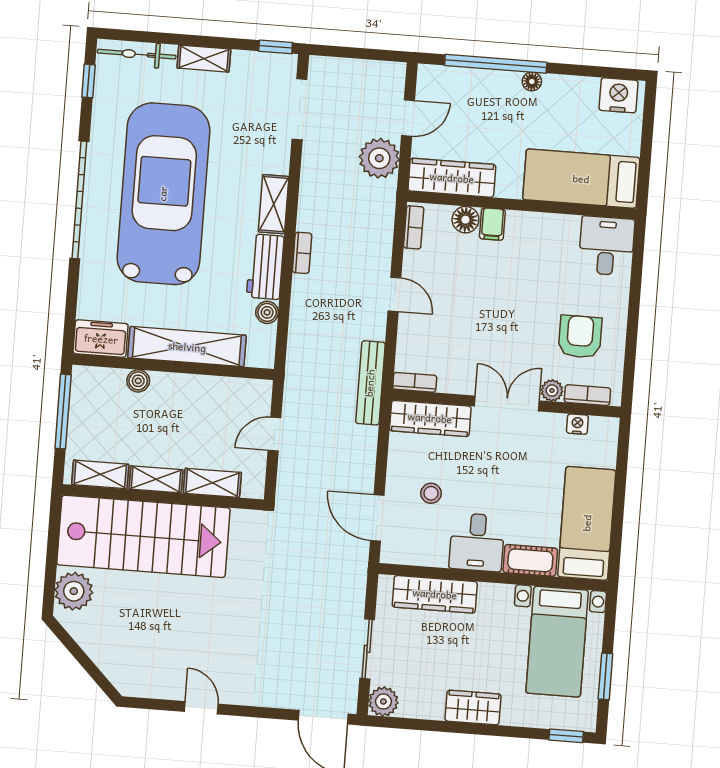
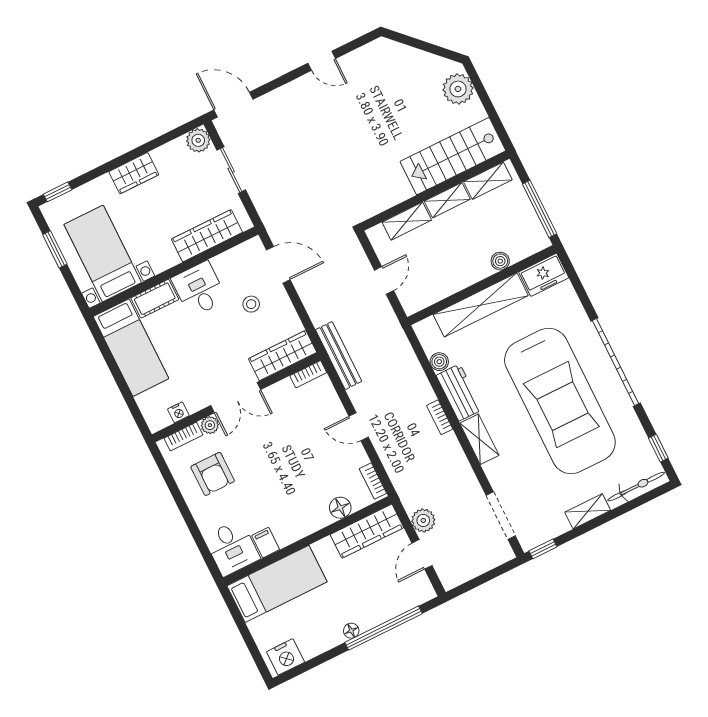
plant: (379, 158) -> (423, 520), width x0.73, depth x0.73
filing cabinet: (492, 224) -> (266, 543), moved
stairs: (143, 536) -> (453, 156), width x0.73, depth x0.66

